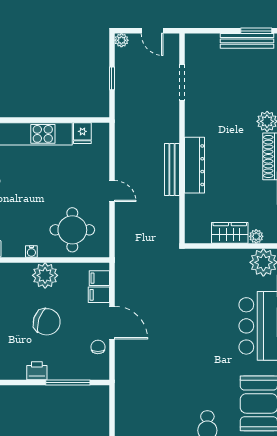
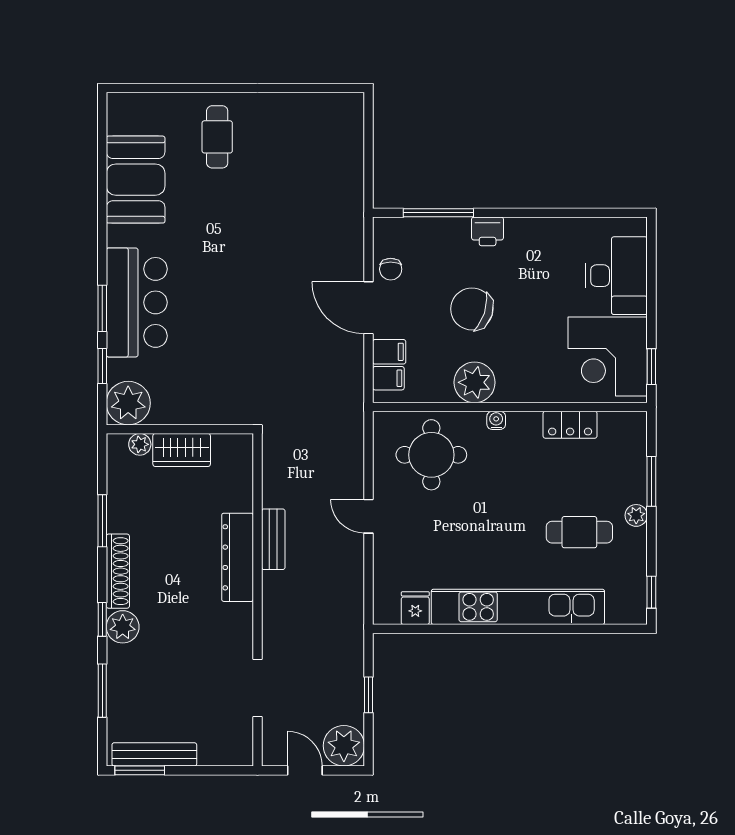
plant: (121, 40) -> (344, 746), width x1.88, depth x1.88
bench: (172, 170) -> (273, 539), width x0.73

